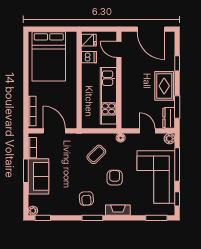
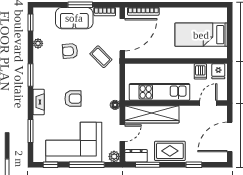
bed: (49, 56) -> (201, 35), width x0.67
wardrobe: (130, 103) -> (152, 114), added
door: (54, 131) -> (122, 35), width x1.36
coffee table: (96, 154) -> (101, 57), moved
armchair: (86, 199) -> (70, 51), moved
plant: (33, 211) -> (38, 43), moved
window: (156, 218) -> (31, 131), moved

